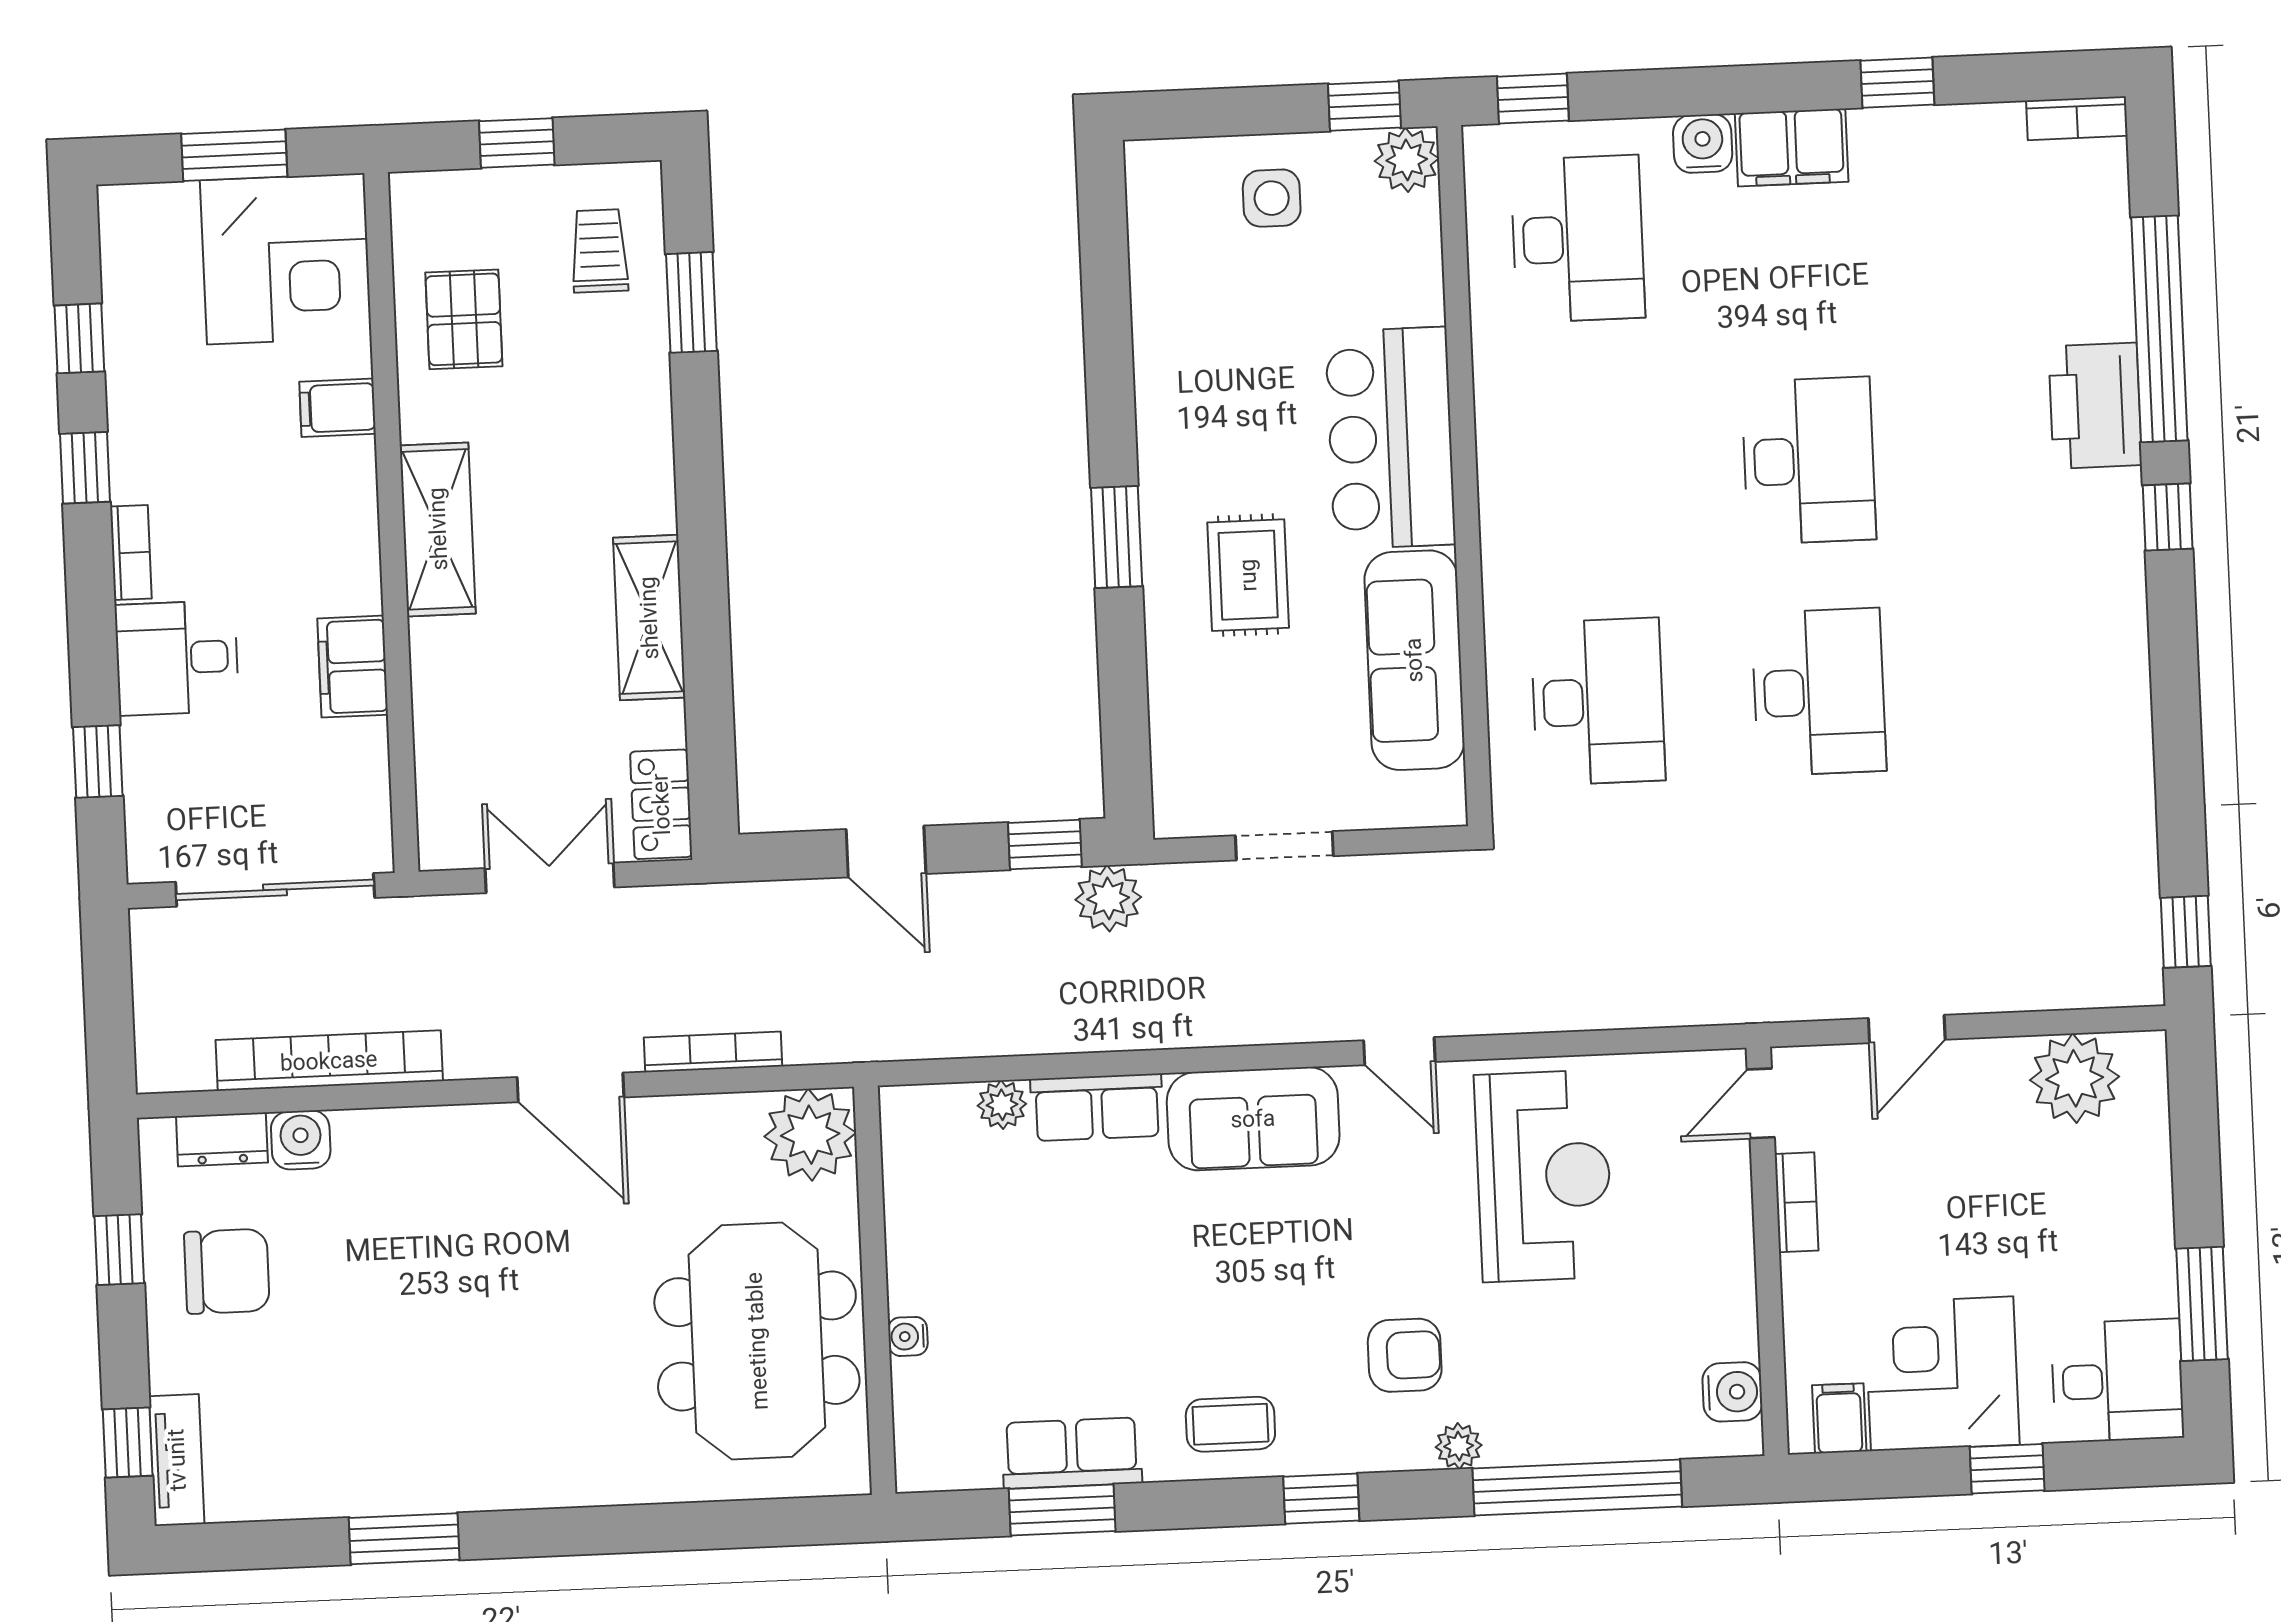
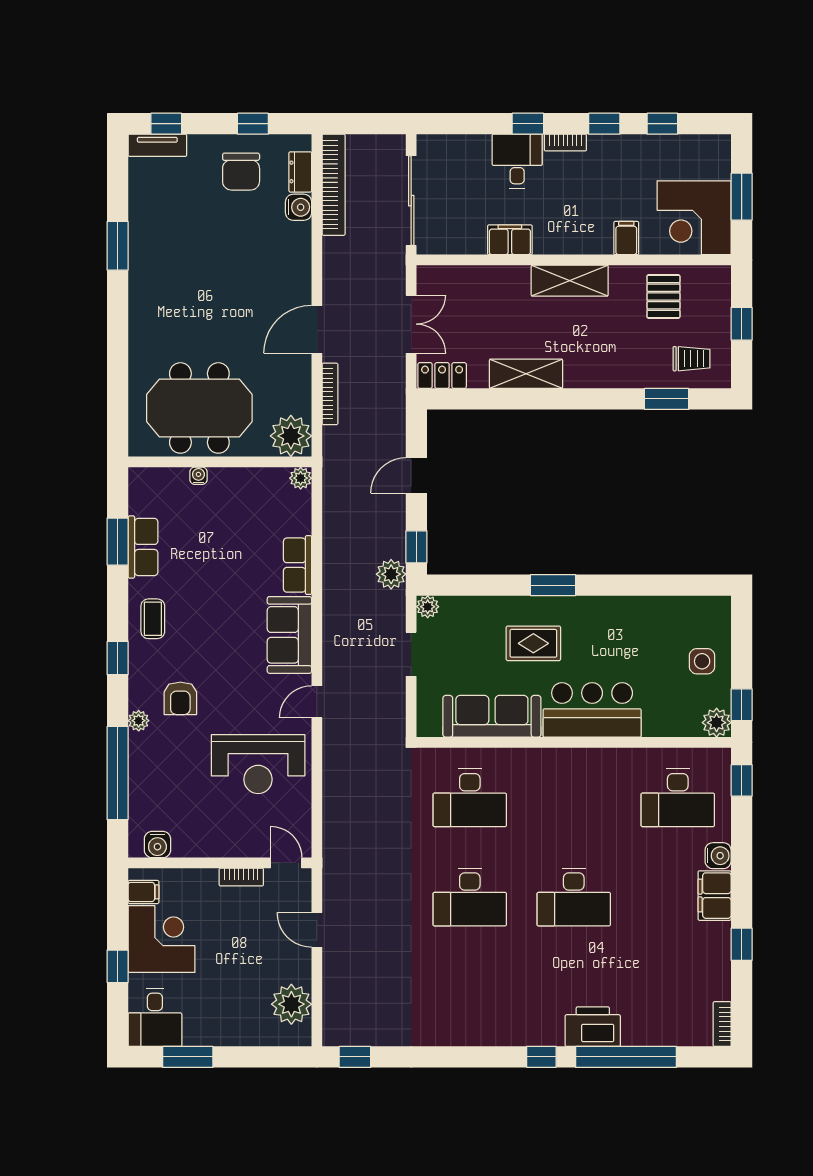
pallet: (464, 319) -> (663, 296), turned 90
window: (98, 761) -> (528, 124), moved
plant: (1177, 814) -> (428, 607), added
bookcase: (329, 1061) -> (334, 185), moved
plant: (1002, 1105) -> (301, 478), moved

